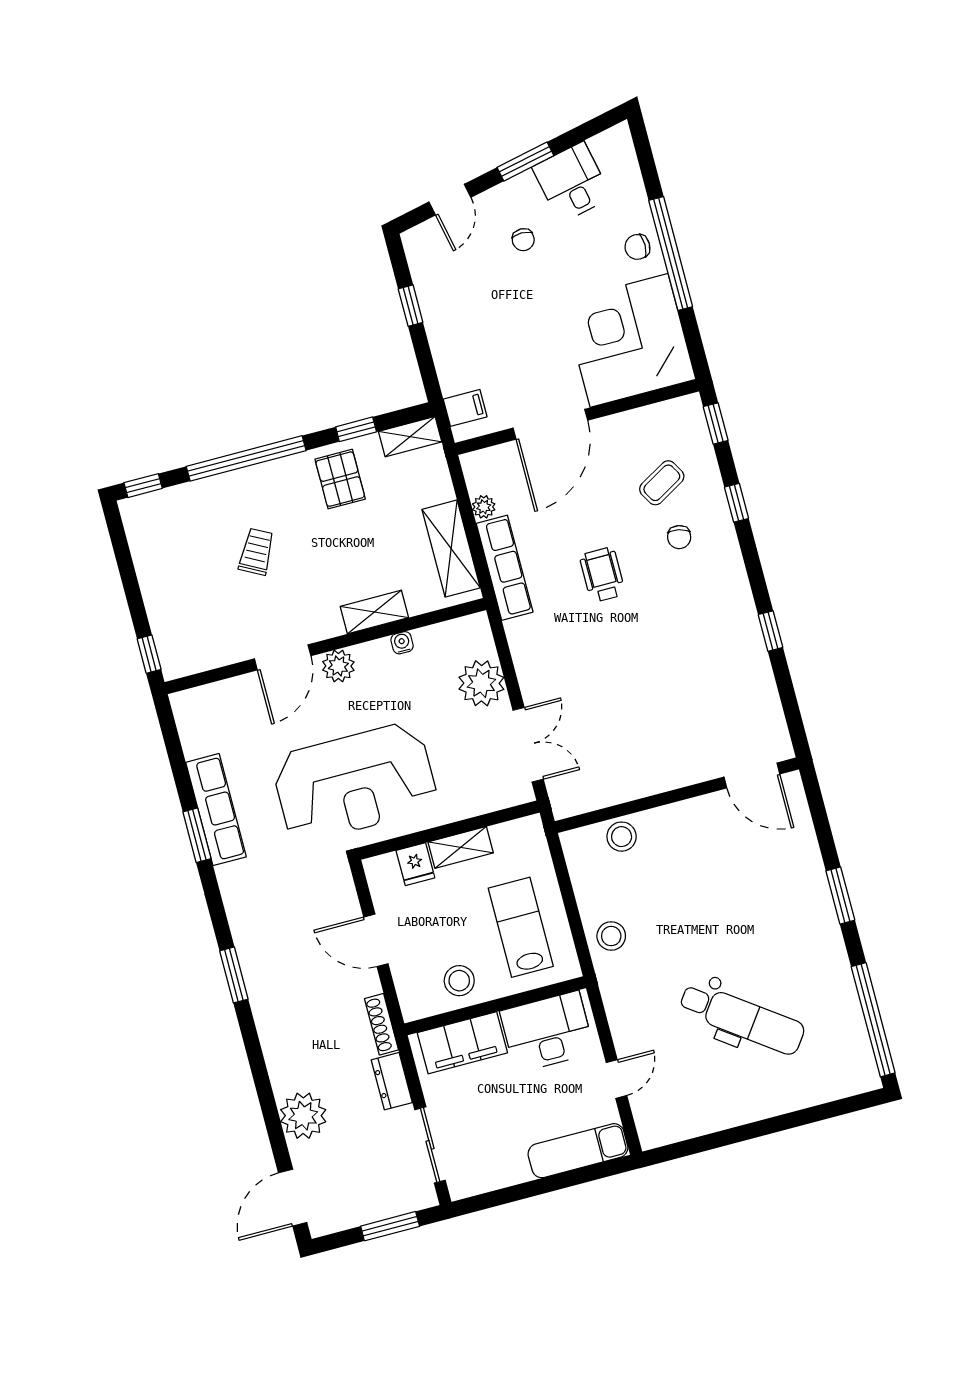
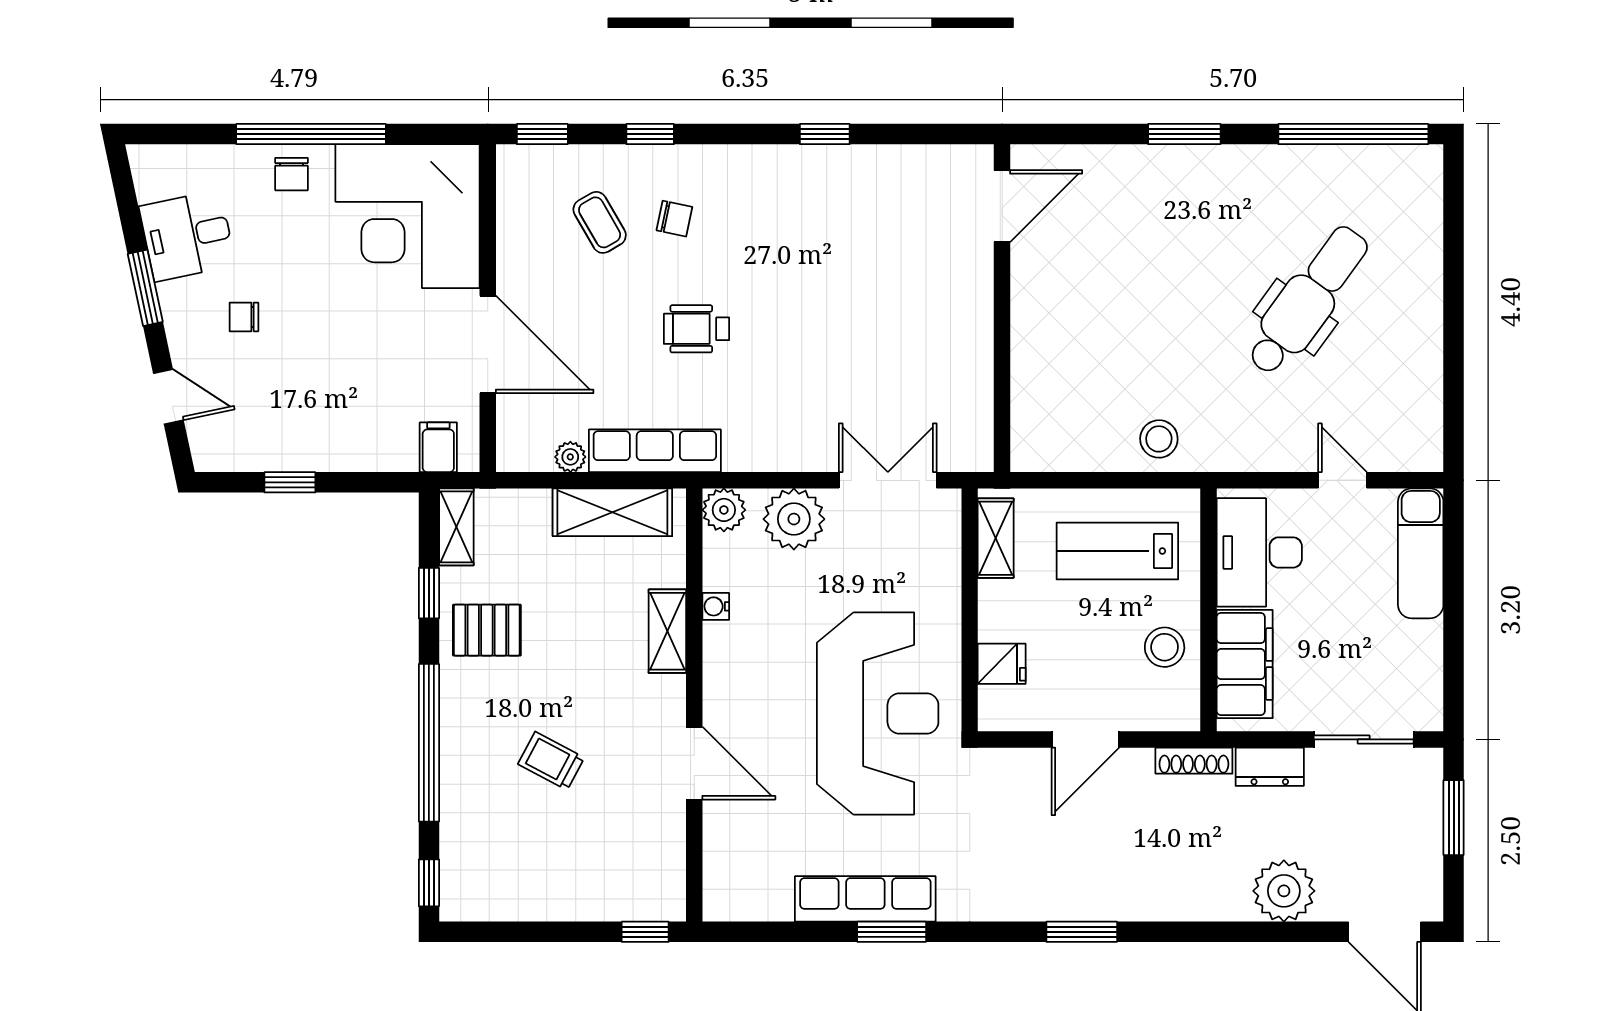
chair: (523, 240) -> (244, 317), turned 180
plant: (338, 666) -> (724, 510), moved
stool: (622, 837) -> (1036, 392), removed
shelving: (461, 847) -> (996, 538), moved

